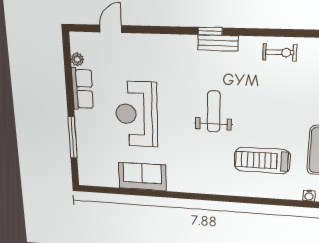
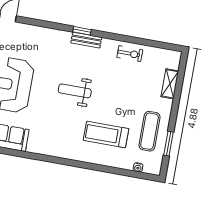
weight bench: (214, 112) -> (75, 91), turned -90

